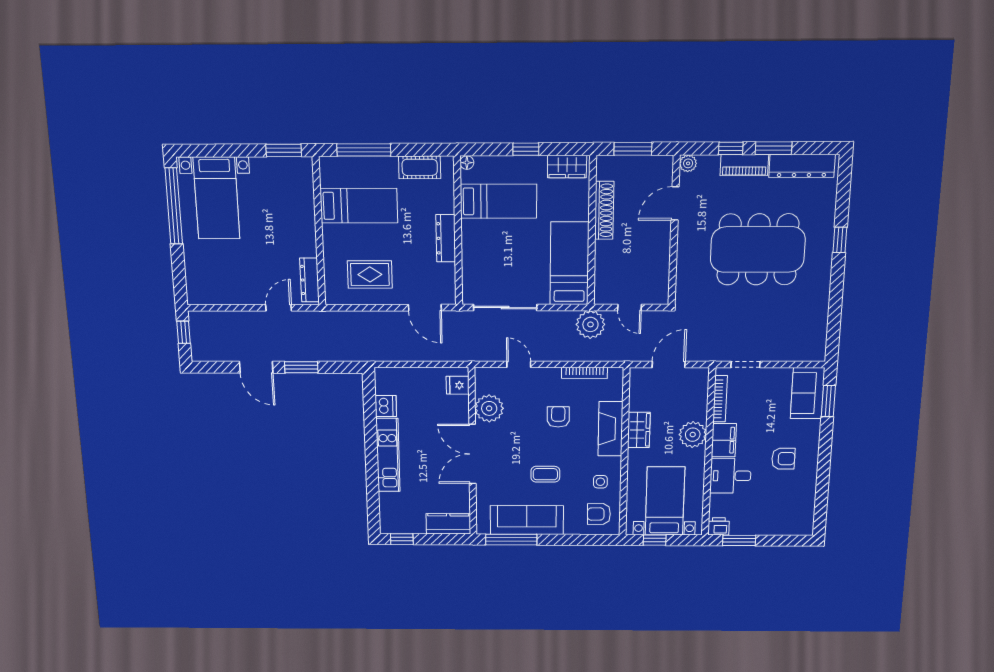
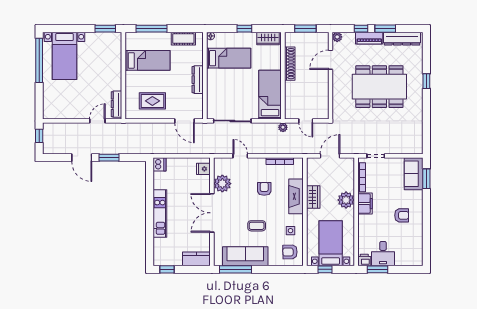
plant: (590, 324) -> (283, 127), width x0.53, depth x0.53
dishwasher: (386, 406) -> (159, 164), moved
desk: (730, 476) -> (383, 254), moved, turned -90

